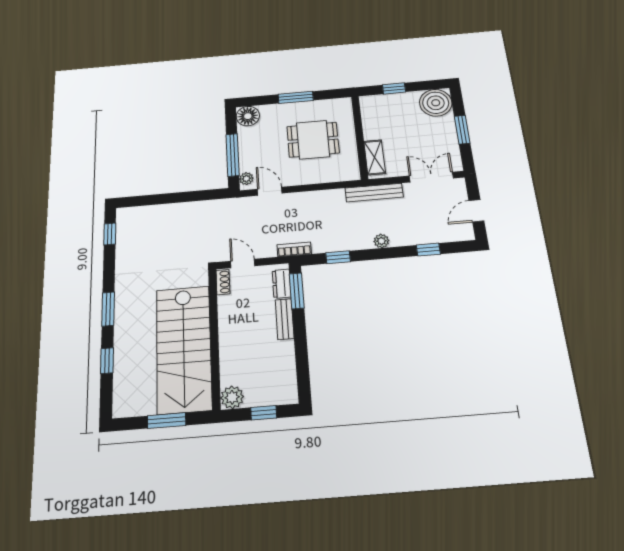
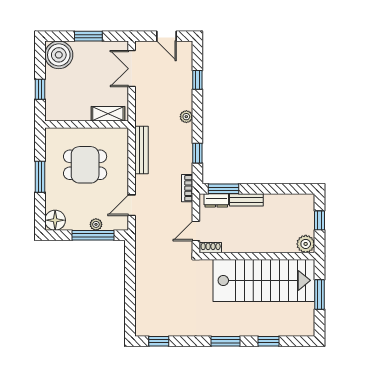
dining table: (313, 140) -> (85, 165), turned 90
plant: (246, 179) -> (96, 224), moved
bench: (374, 192) -> (141, 150), moved

